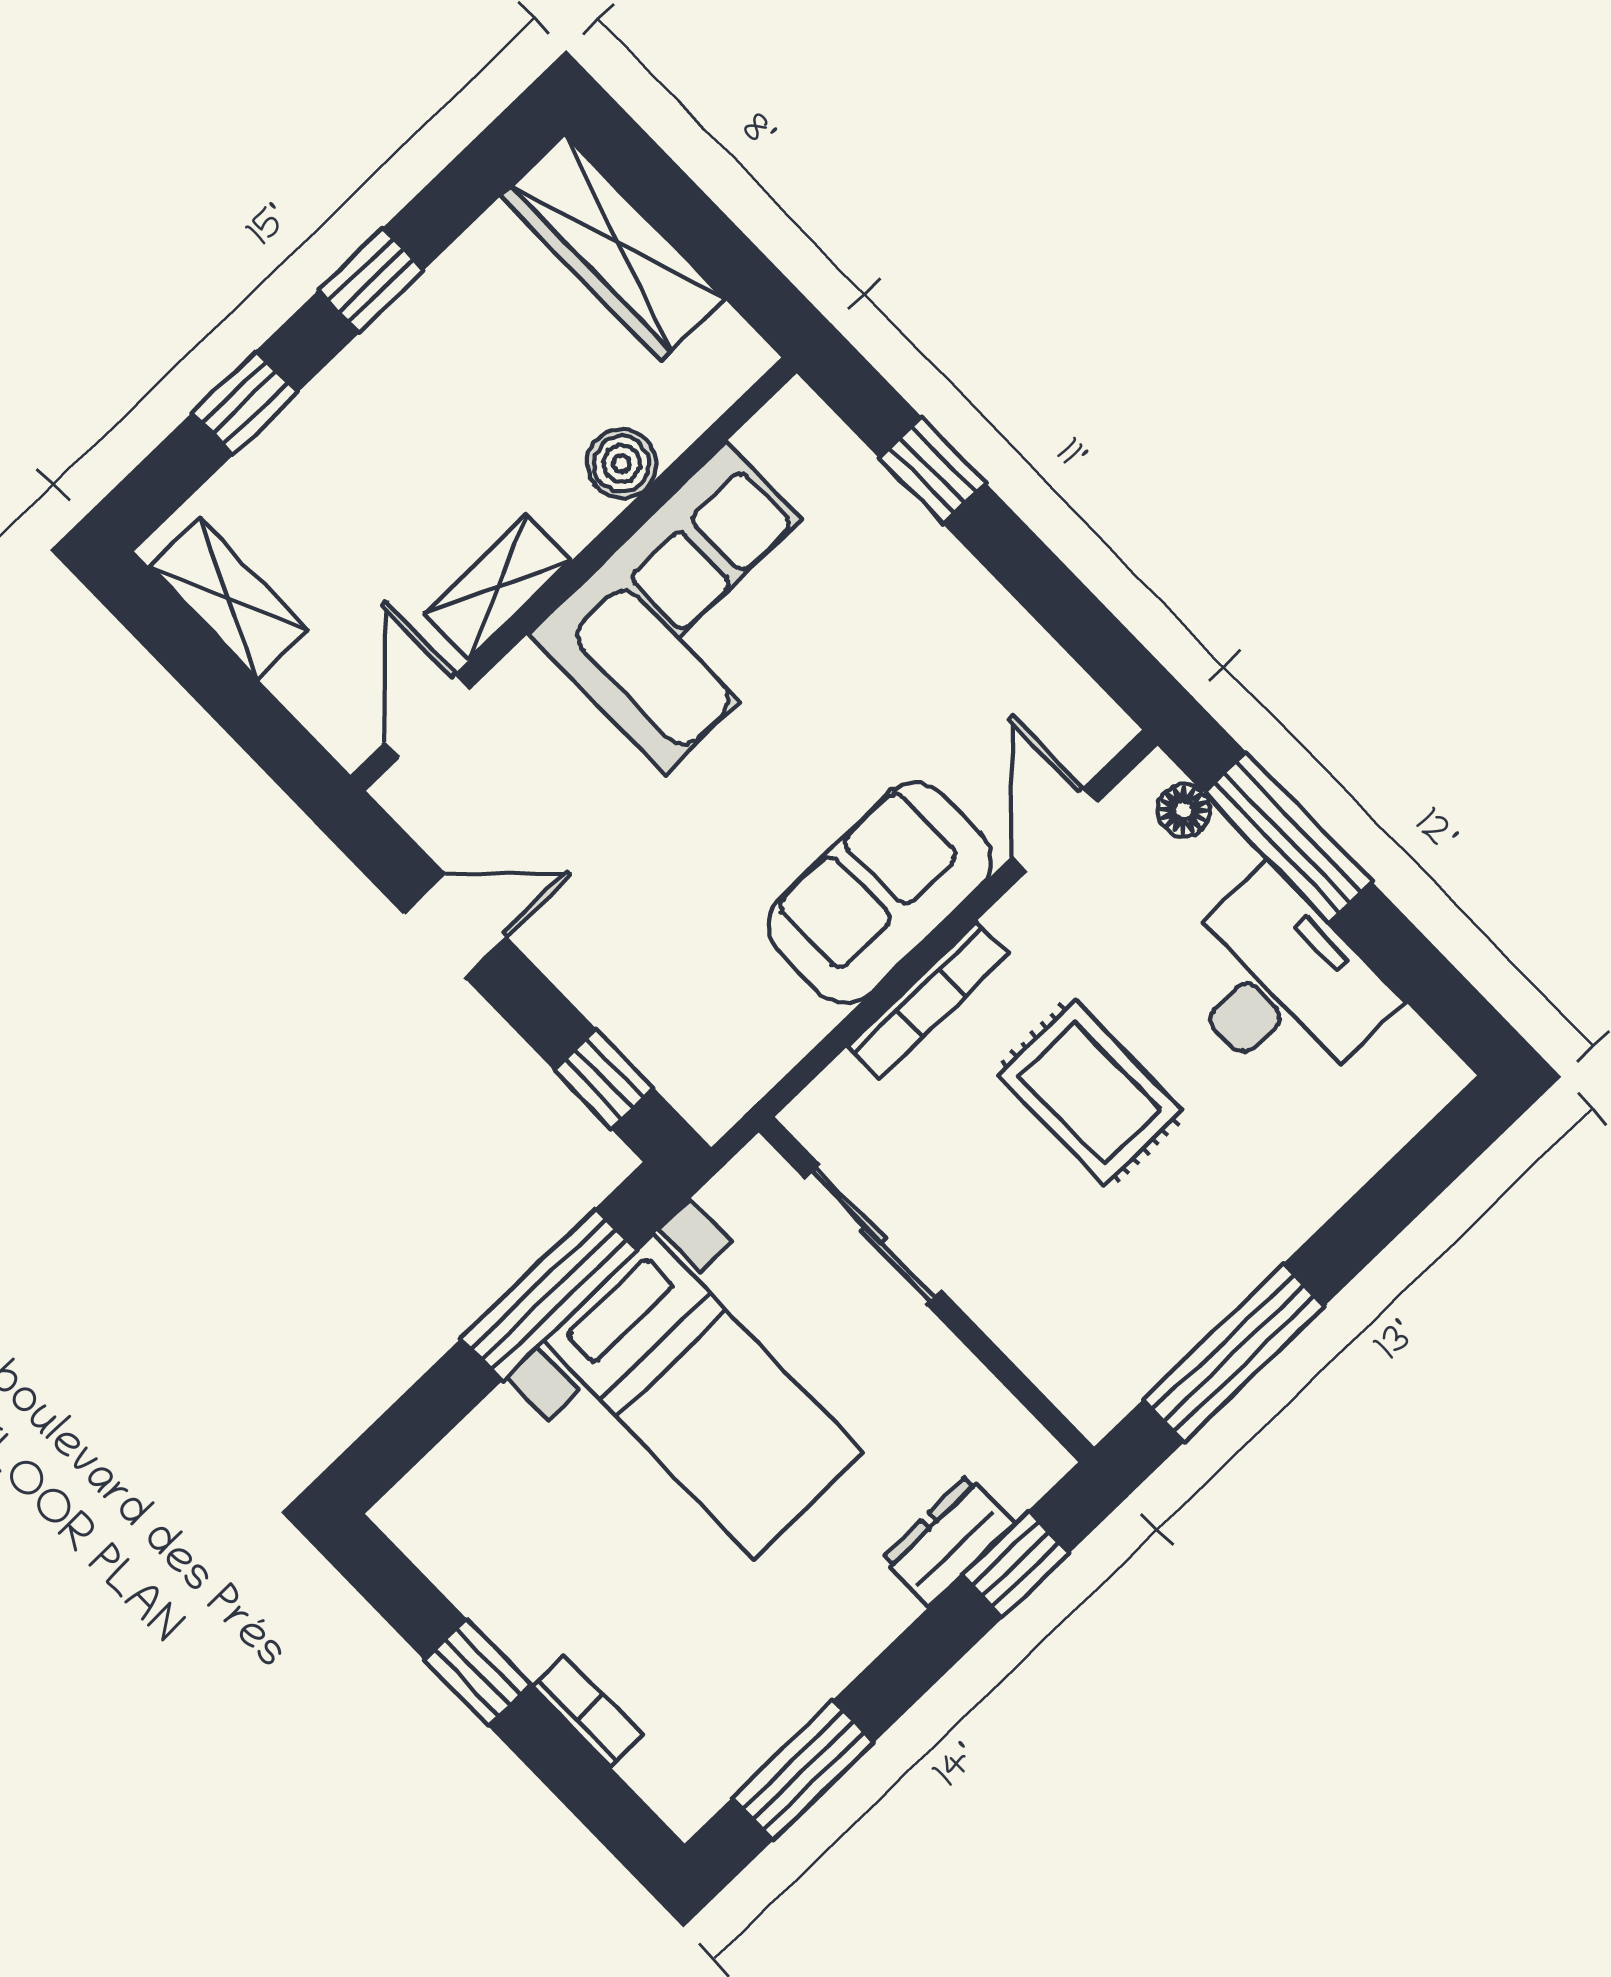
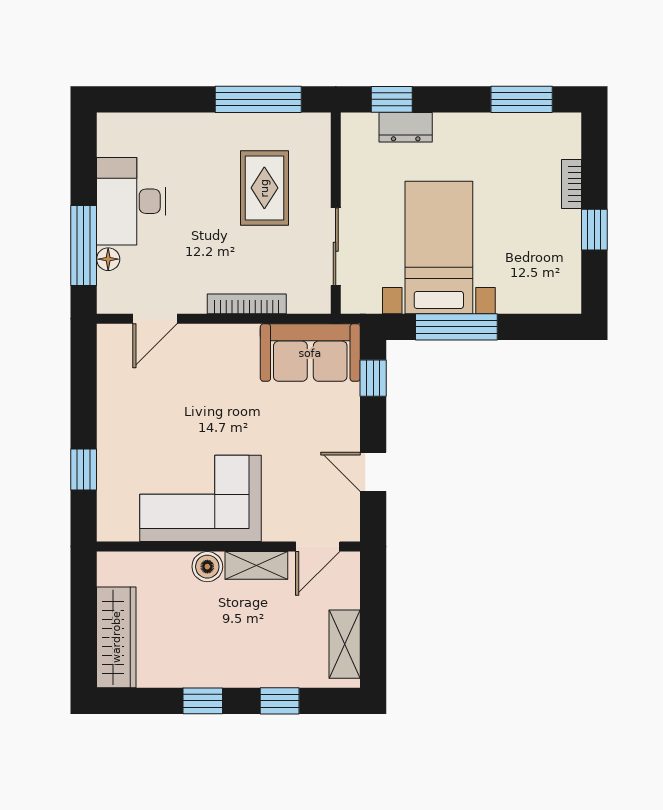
boiler: (622, 464) -> (207, 567), moved
floor lamp: (1184, 810) -> (108, 259), moved
sofa: (880, 893) -> (310, 353), moved
rug: (1090, 1093) -> (264, 188), moved

